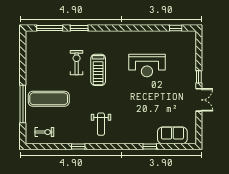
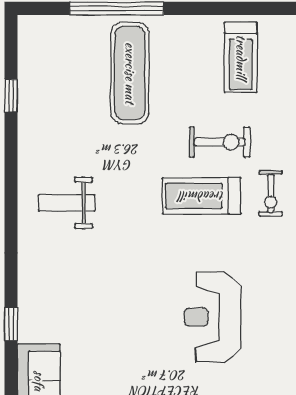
treadmill: (42, 54) -> (241, 57), added
exercise bike: (44, 132) -> (271, 193), moved
window: (78, 146) -> (11, 96), moved

